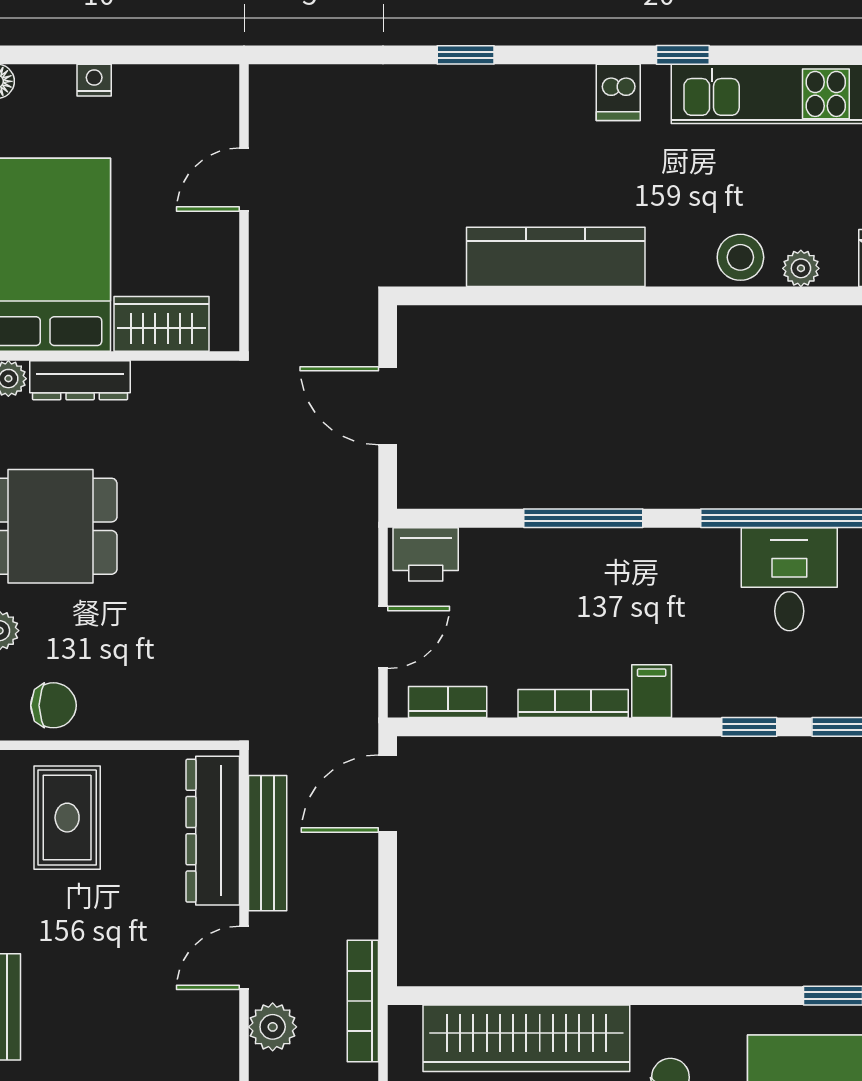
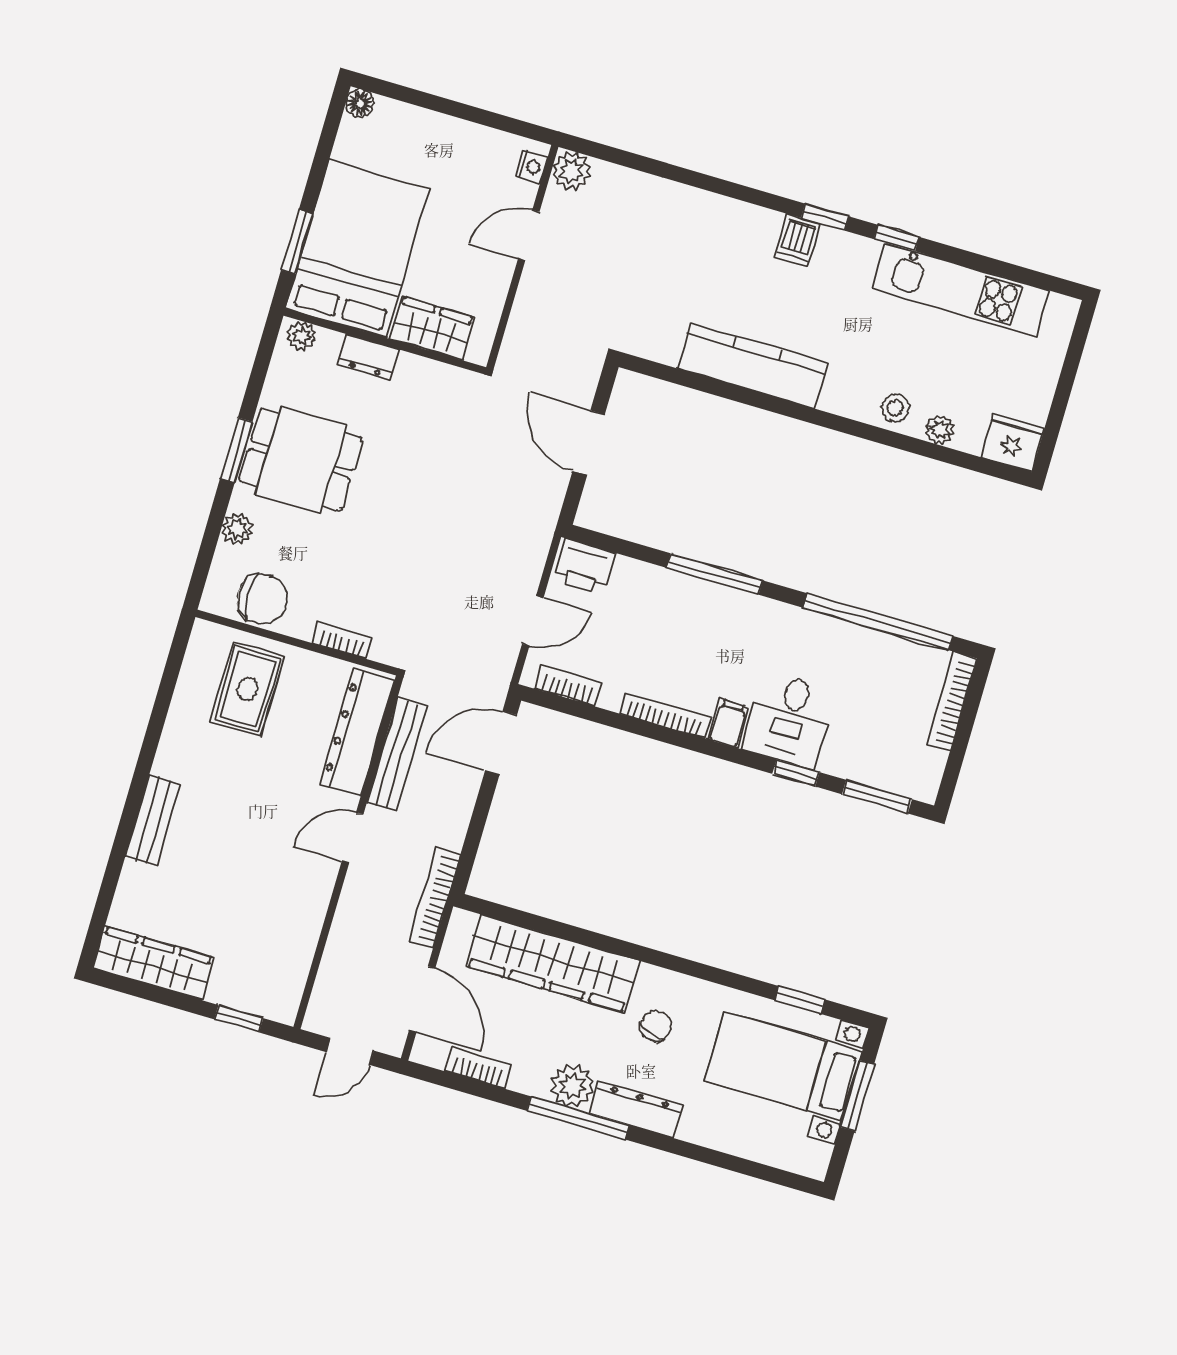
window: (466, 55) -> (825, 217), moved
nightstand: (94, 80) -> (532, 166), moved, turned 90
dishwasher: (618, 92) -> (797, 240), moved
stool: (740, 257) -> (895, 408), width x0.73, depth x0.73
dresser: (80, 380) -> (368, 357), width x0.70
desk: (789, 579) -> (789, 720), moved, turned 180
chair: (53, 705) -> (262, 599), width x1.37, depth x1.37
bookcase: (163, 727) -> (342, 640), added
plant: (273, 1027) -> (572, 171), moved

